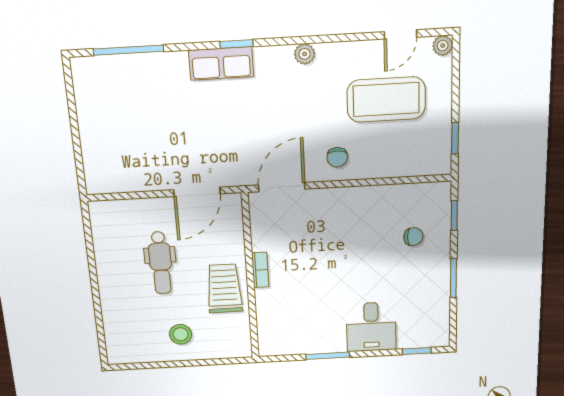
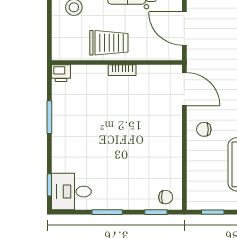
chair: (413, 237) -> (166, 197), moved, turned -90
desk: (371, 327) -> (71, 192), moved
printer: (269, 345) -> (61, 73), added

